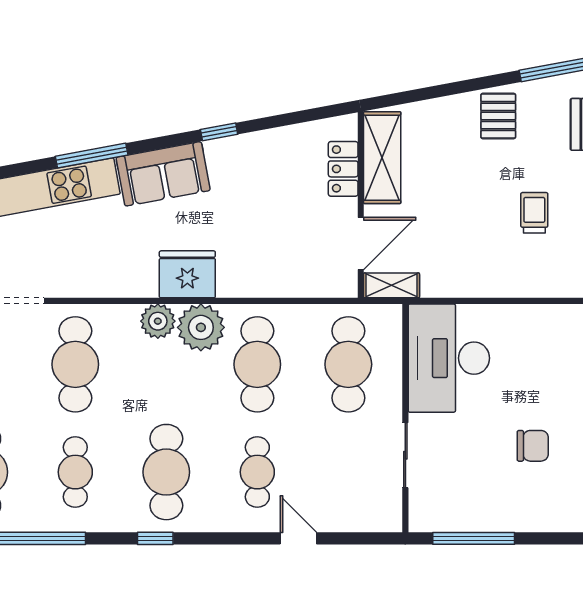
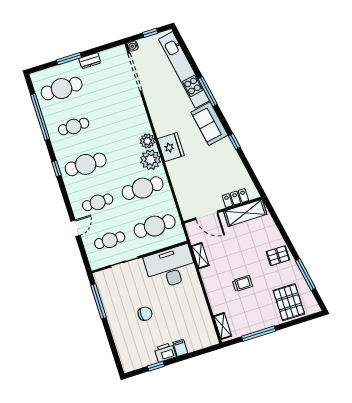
shelving: (391, 285) -> (200, 256), moved
cafe table: (75, 364) -> (110, 240), moved, width x0.73, depth x0.74
chair: (533, 446) -> (145, 314), turned -90

